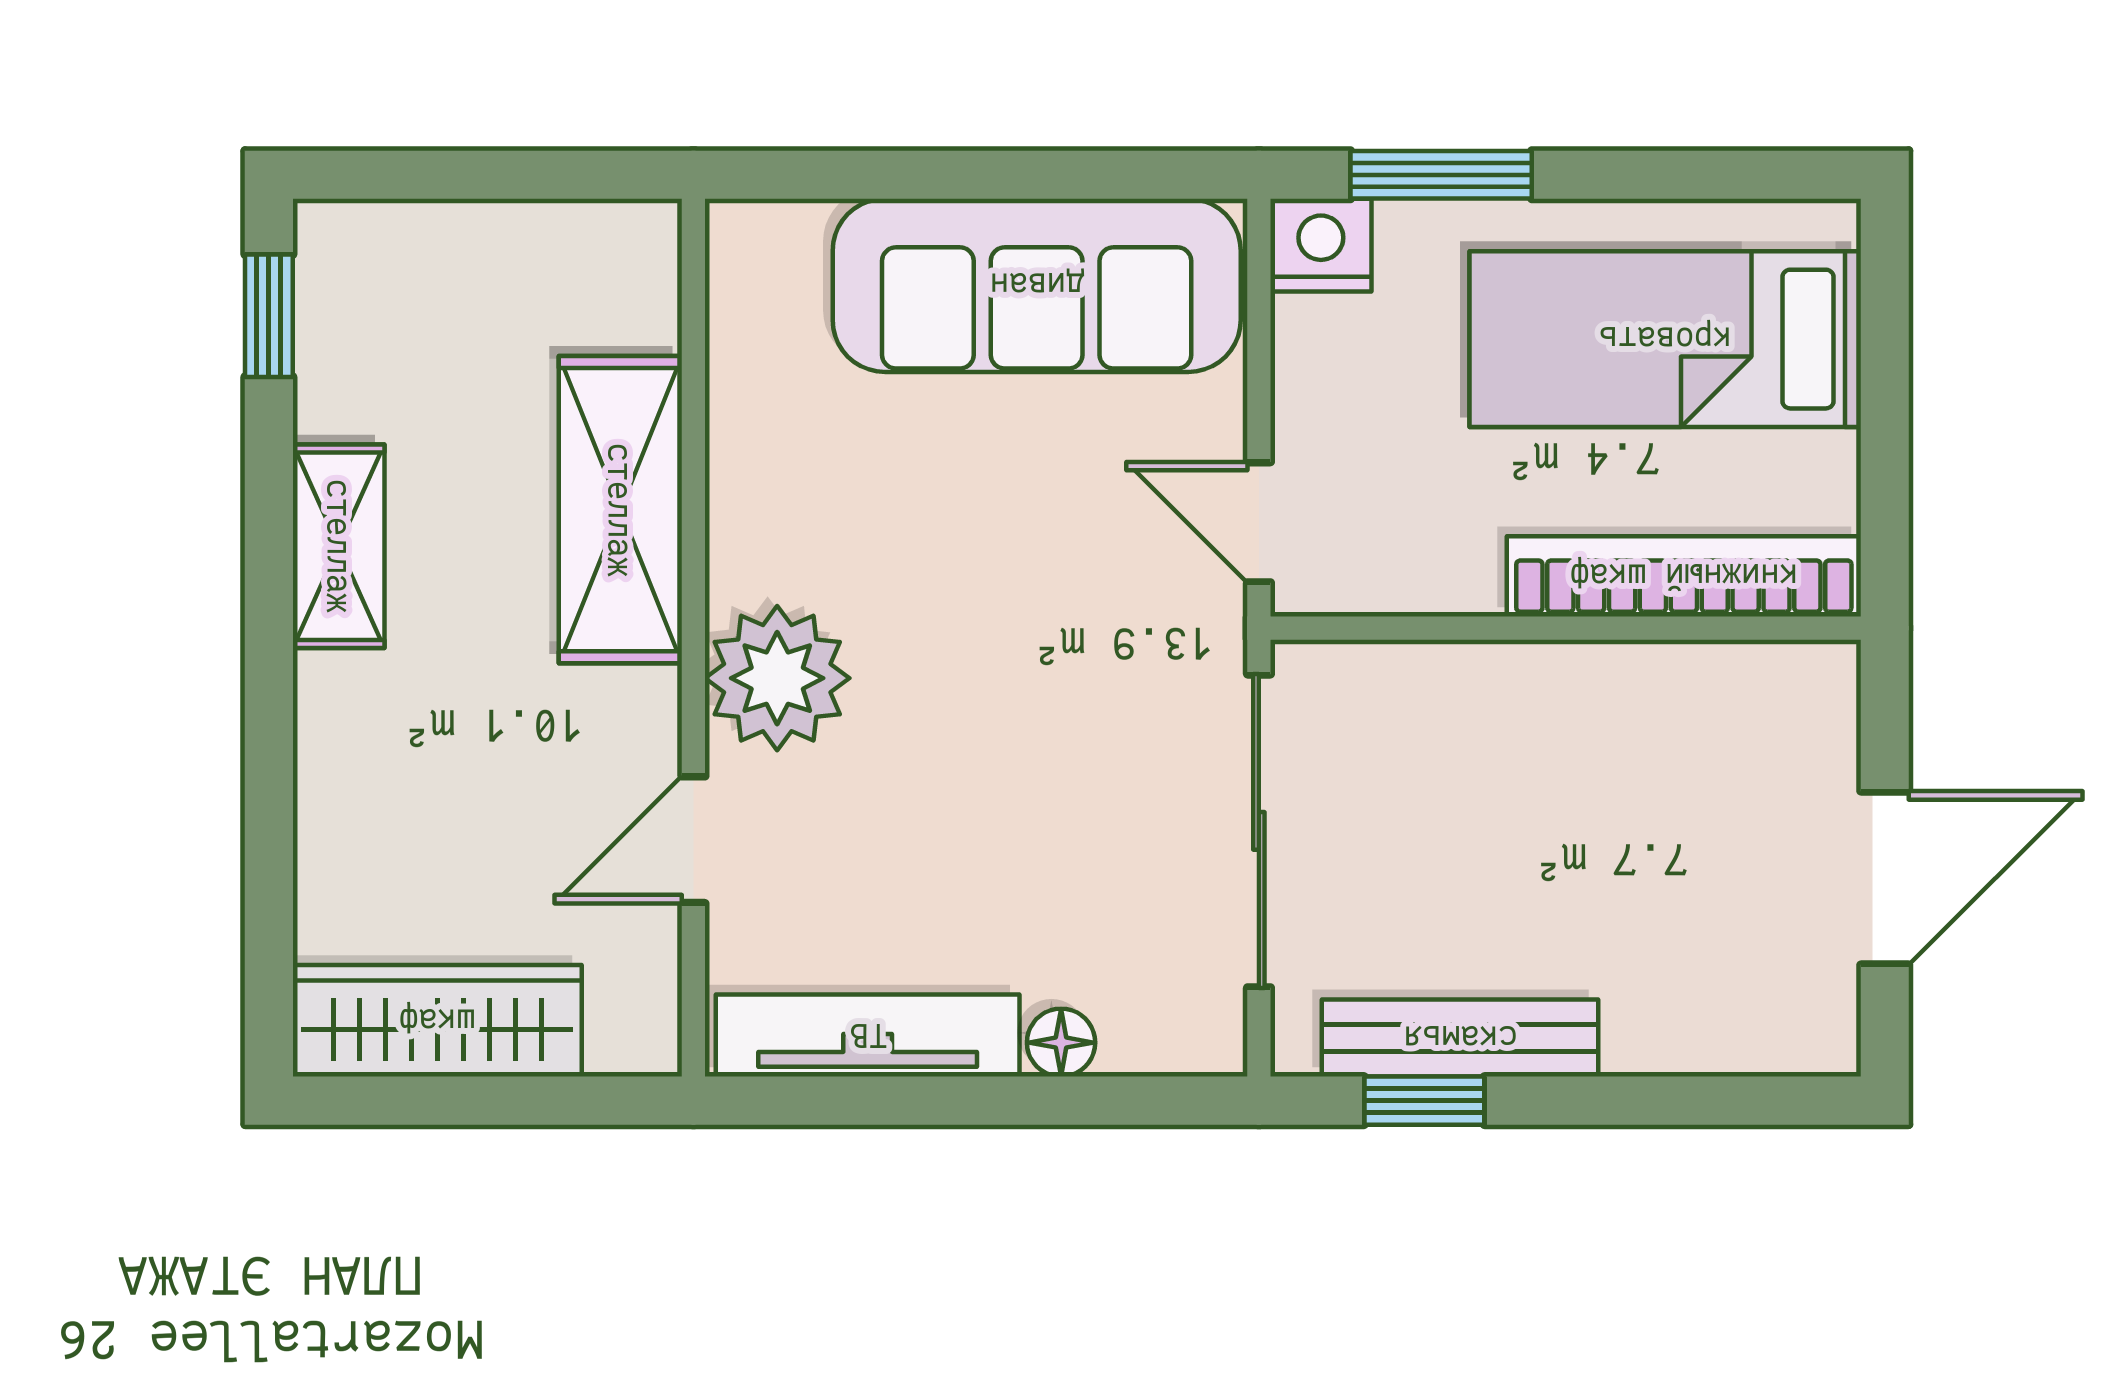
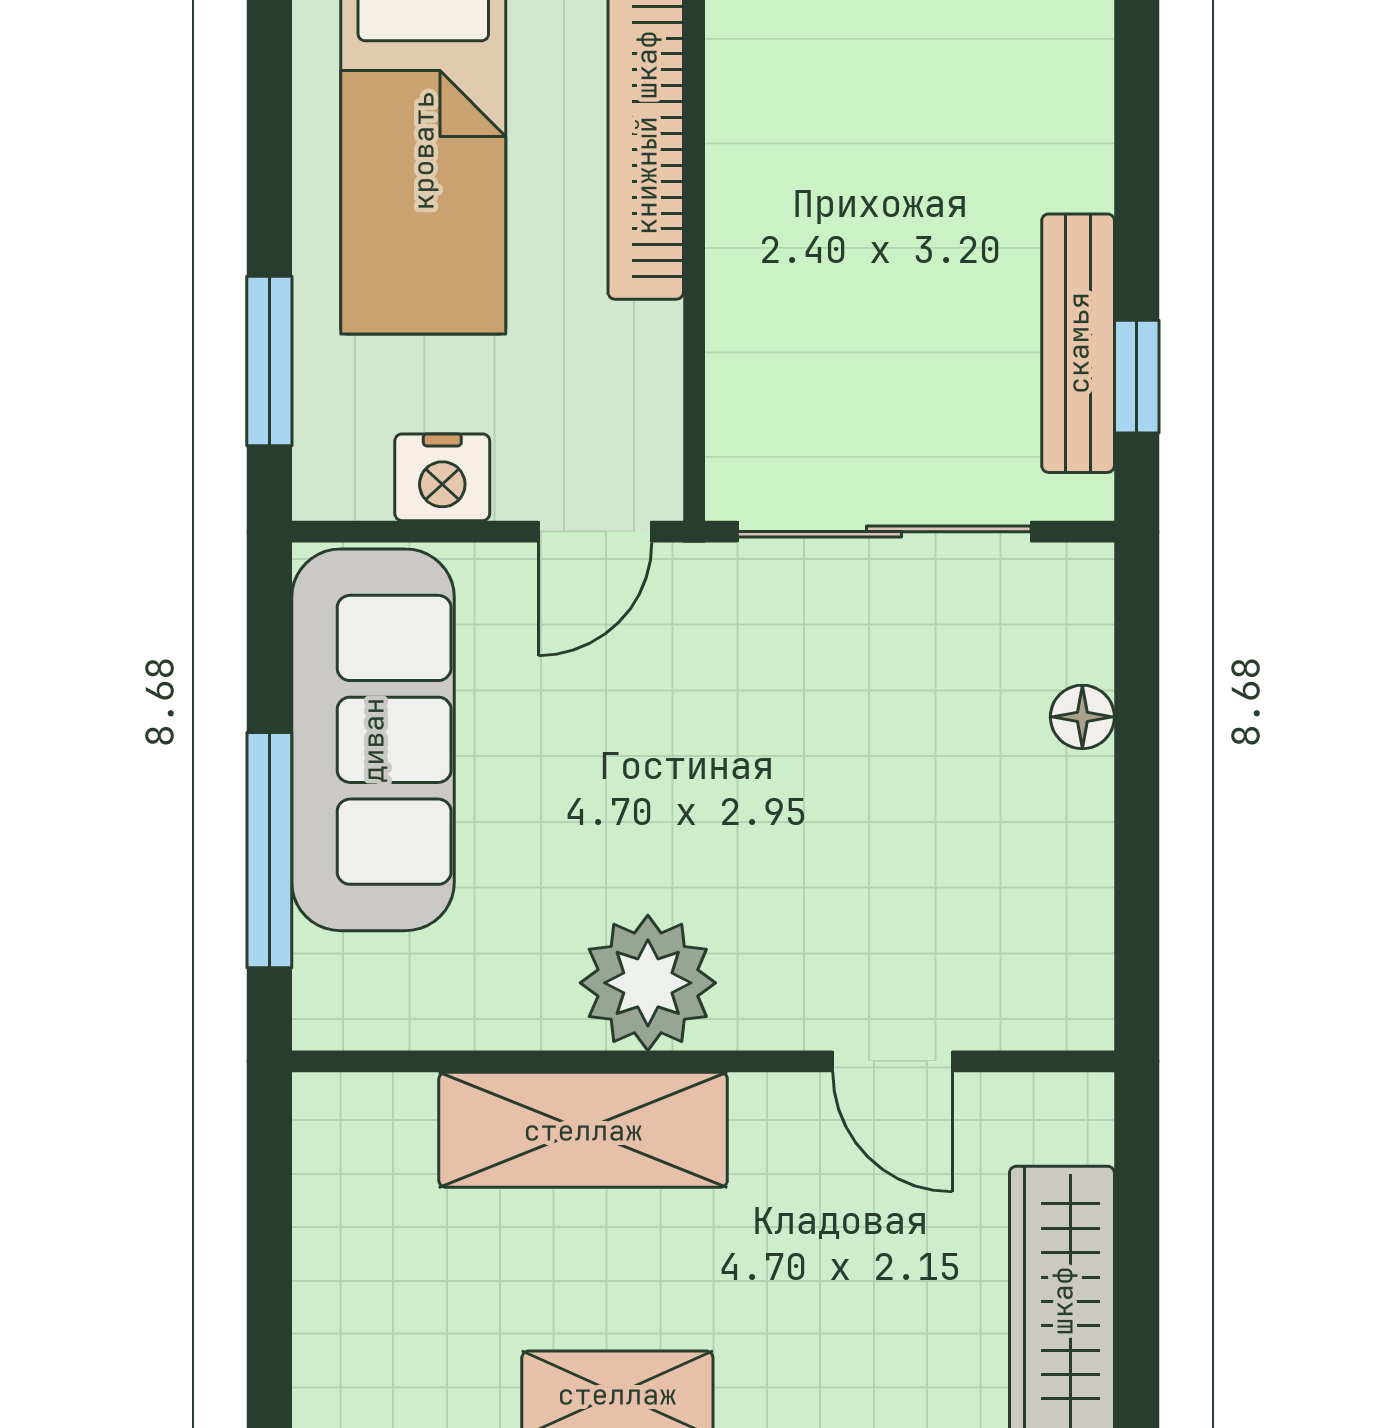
window: (919, 175) -> (269, 850), added
nightstand: (1321, 245) -> (442, 477), moved, turned -90
plant: (777, 678) -> (648, 983), moved
tv unit: (868, 1036) -> (1076, 898), removed

